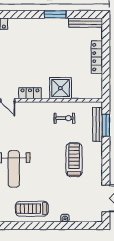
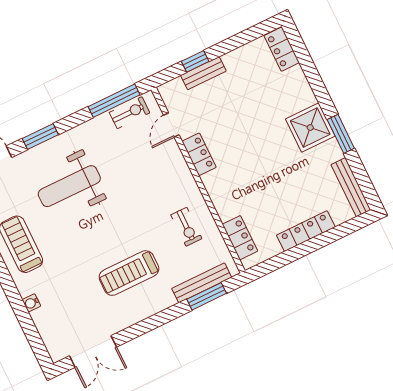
shower: (60, 88) -> (310, 128), moved
locker: (84, 93) -> (240, 238), added
treadmill: (74, 160) -> (129, 273), turned 180

